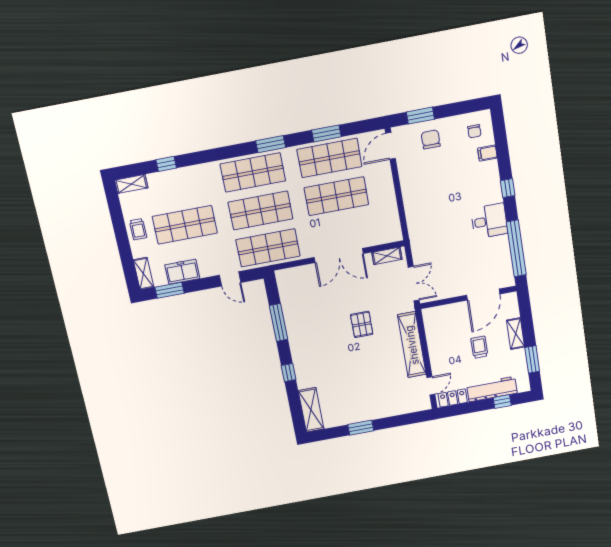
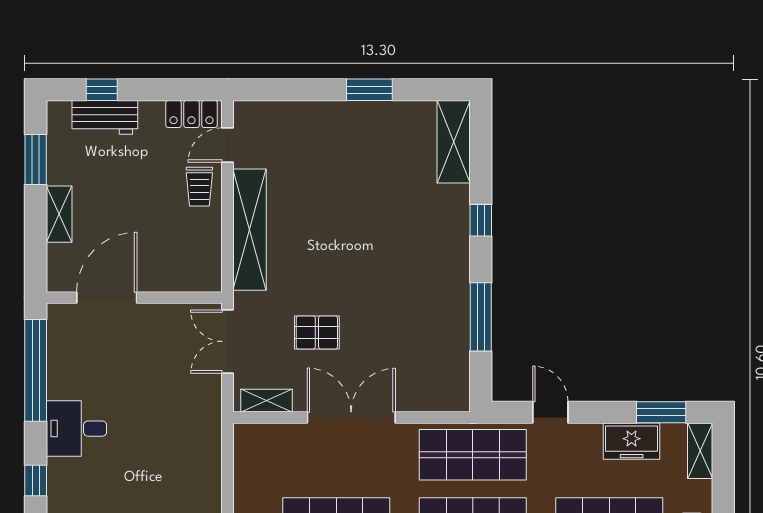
pallet: (362, 324) -> (317, 333), moved, turned 90
trolley: (479, 347) -> (199, 187), moved
workbench: (492, 389) -> (105, 117), width x0.73

